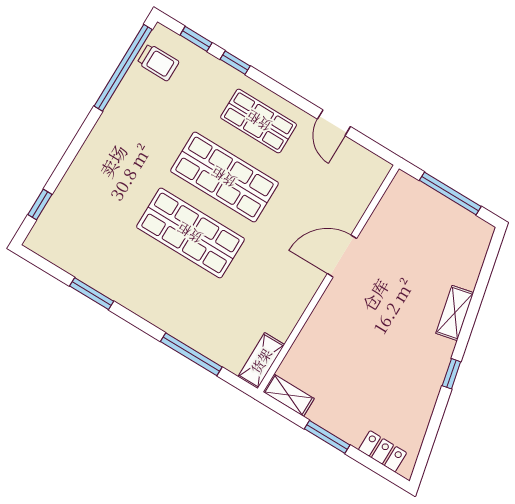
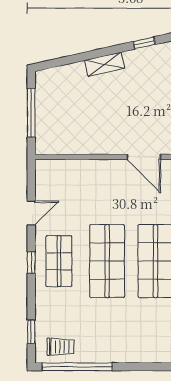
trolley: (158, 62) -> (60, 347), turned 90
window: (235, 63) -> (31, 263), moved
door: (342, 256) -> (144, 157), moved

